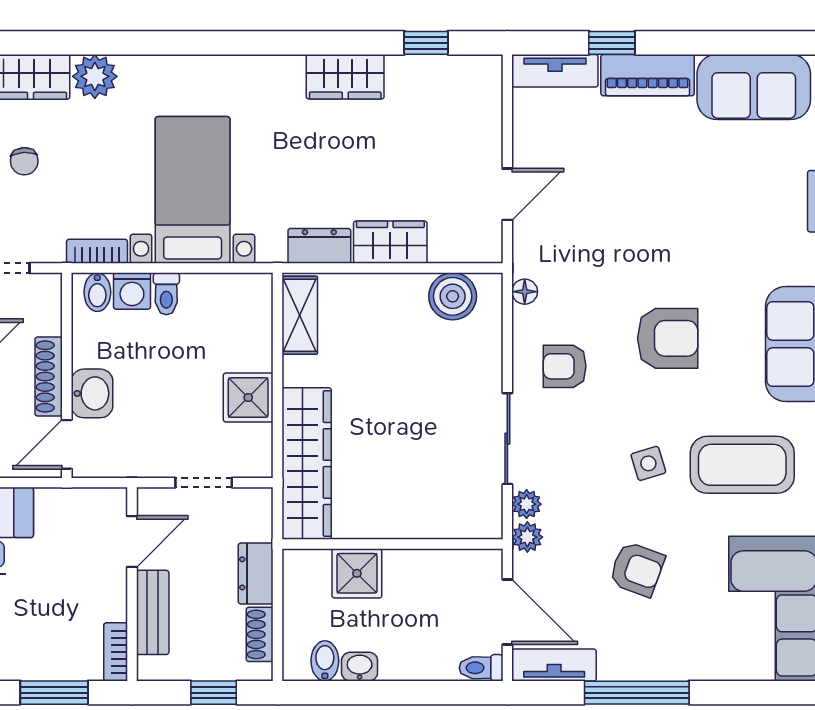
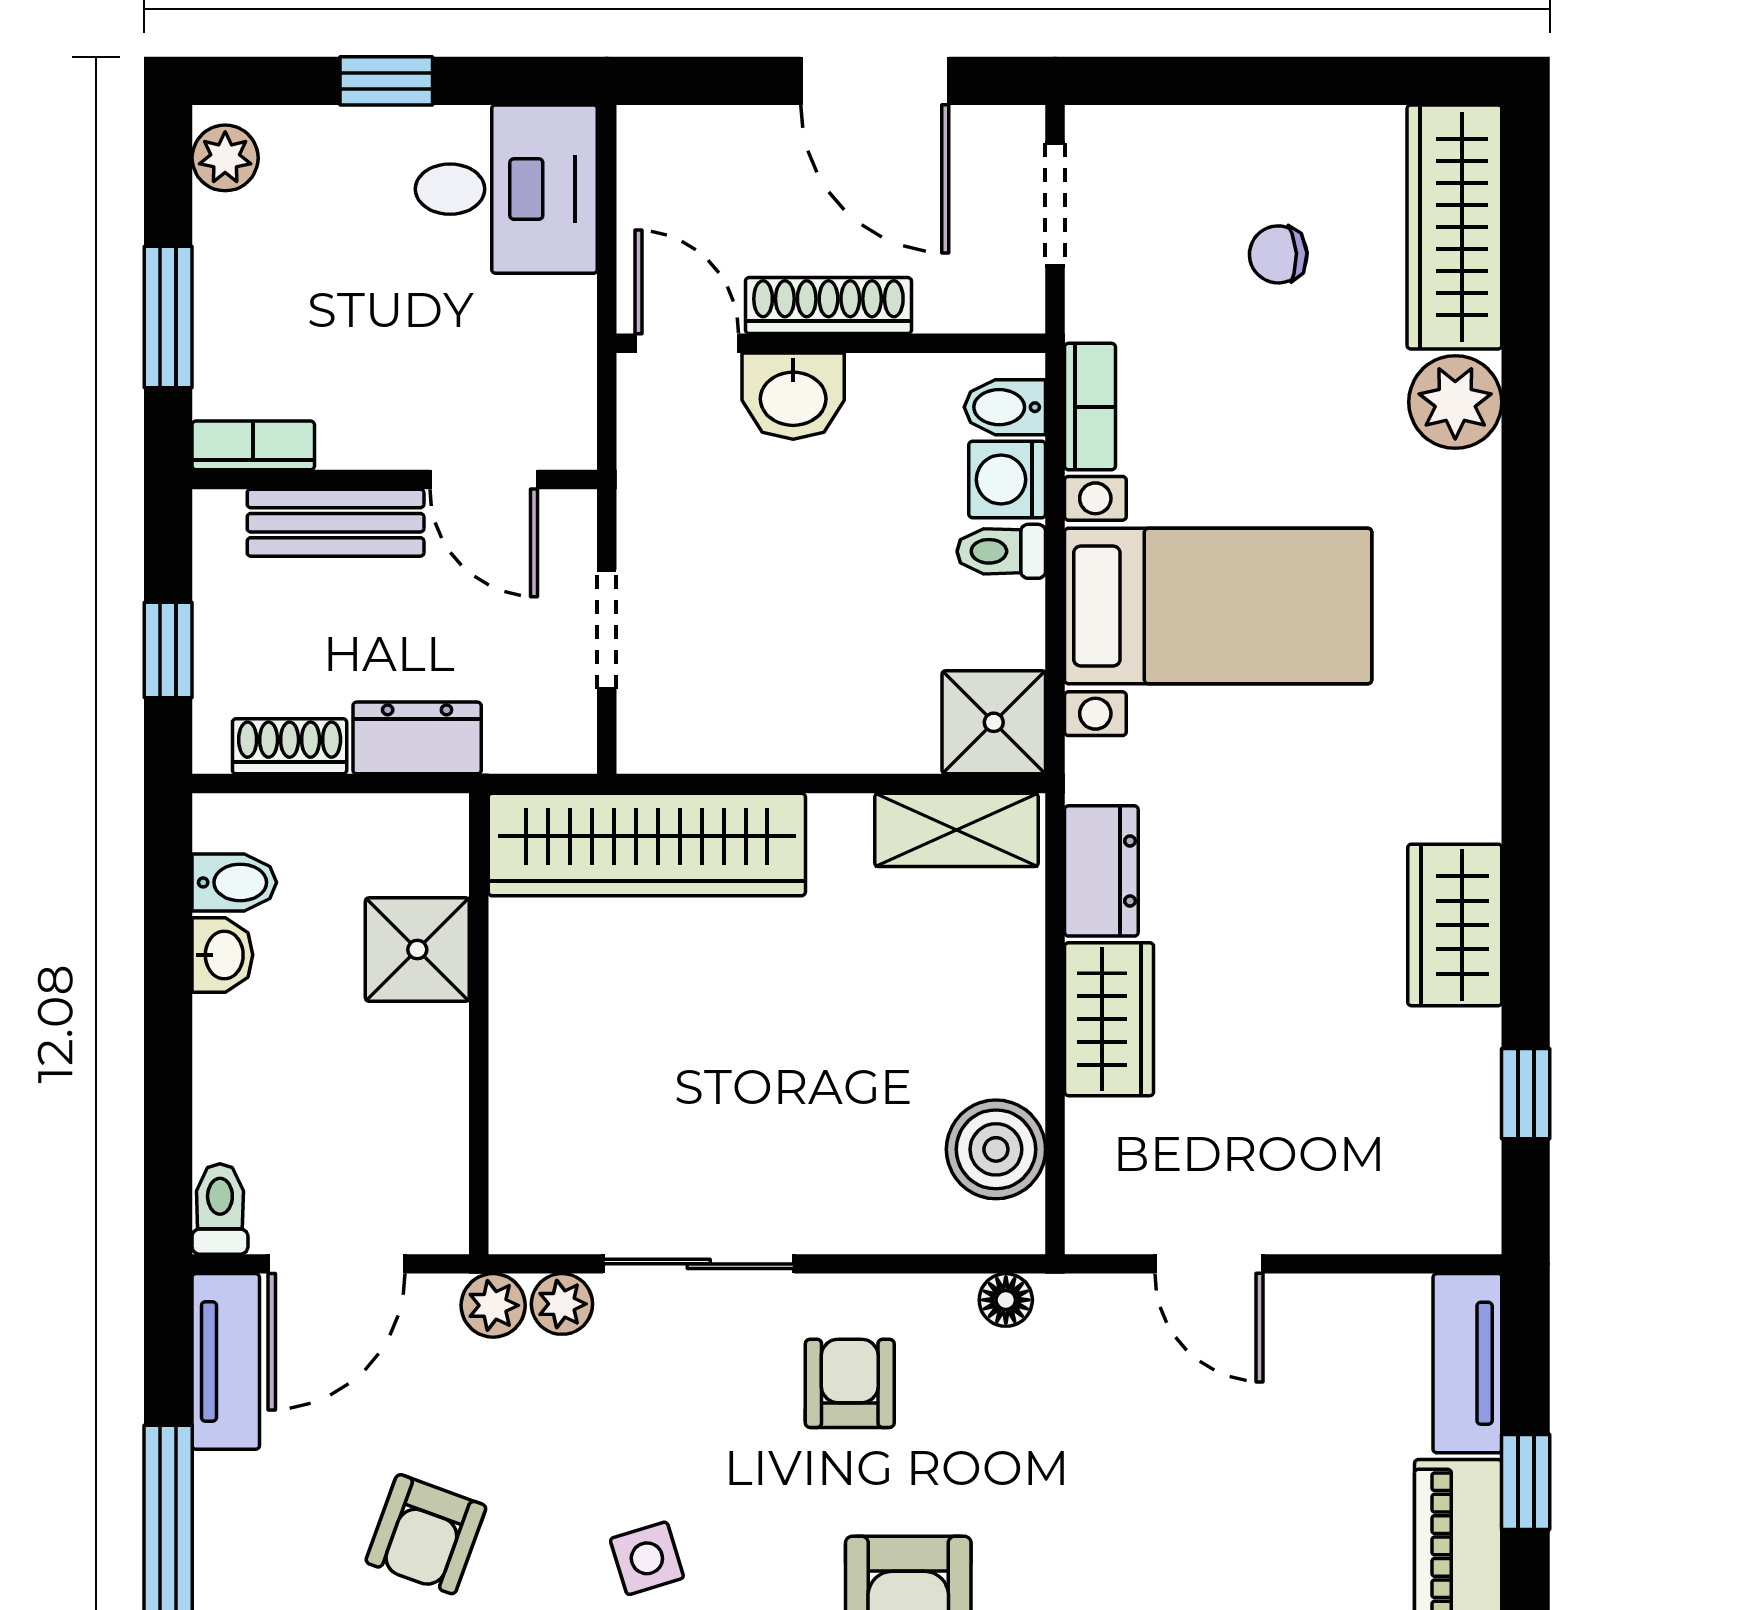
shower: (248, 398) -> (994, 722), moved

